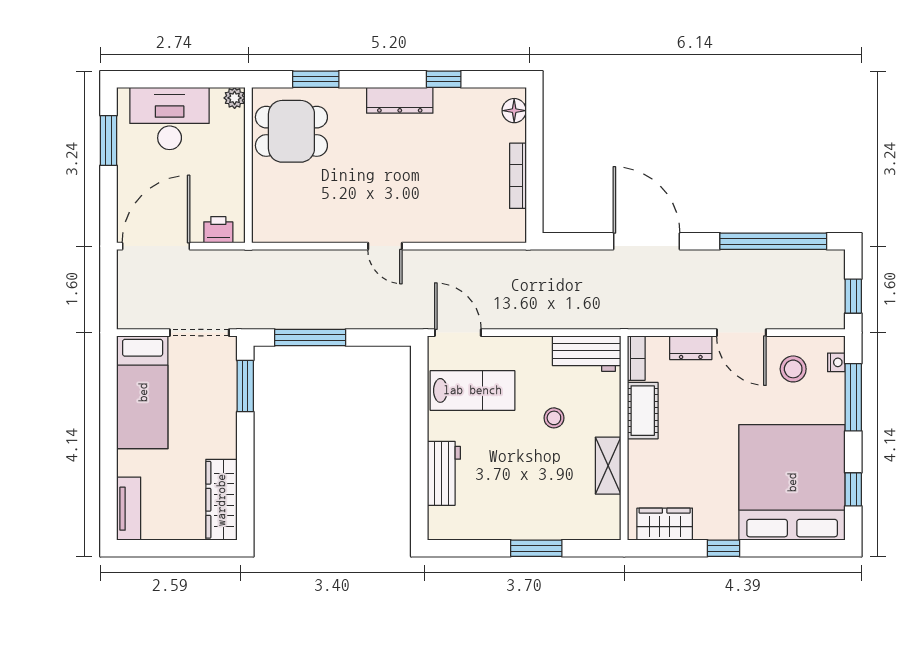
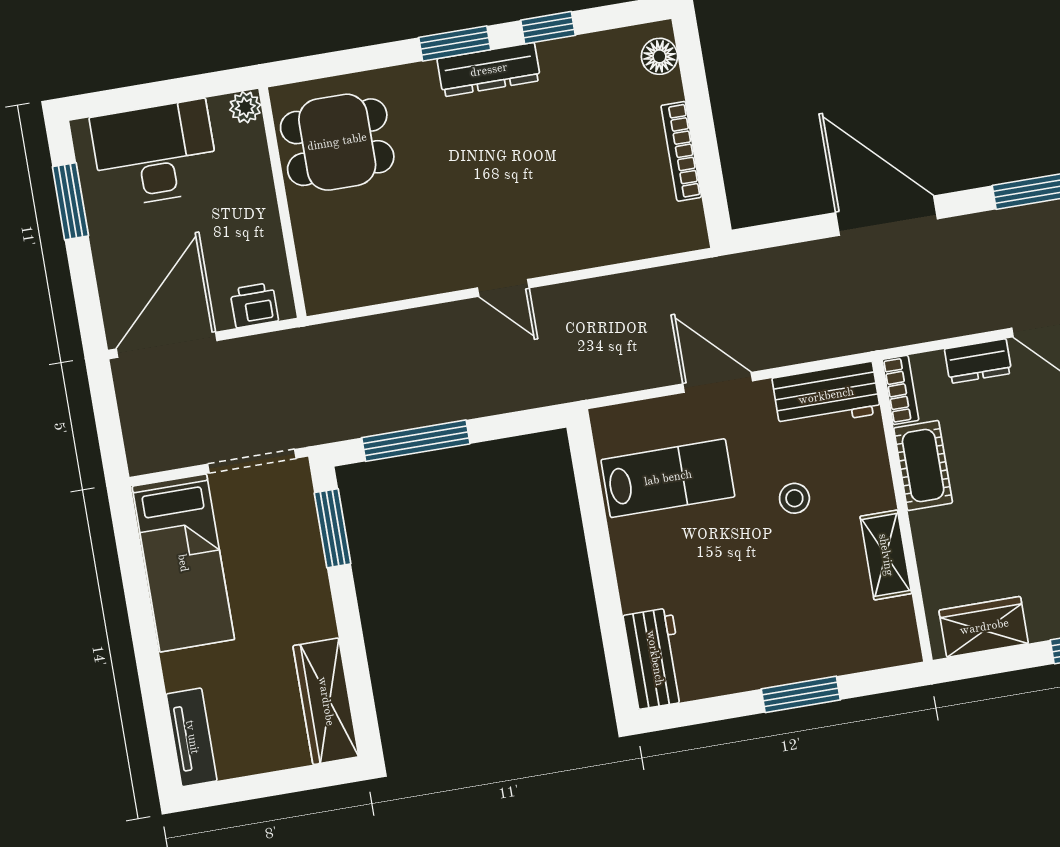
window: (316, 79) -> (455, 43), moved
door: (458, 333) -> (718, 382), moved
workbench: (444, 473) -> (655, 658), moved

